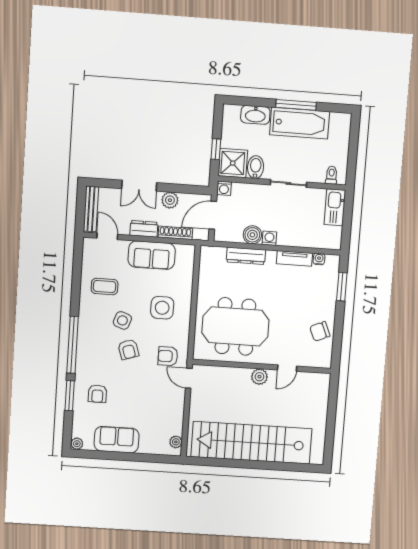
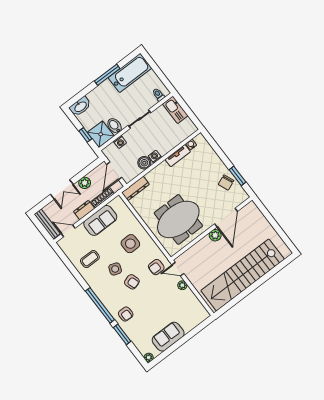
washbasin: (255, 115) -> (80, 106), moved
bathtub: (300, 123) -> (130, 73), moved
washing machine: (224, 188) -> (120, 142), moved
dresser: (246, 256) -> (136, 188), moved
window: (342, 287) -> (237, 176), moved
door: (287, 368) -> (226, 218), width x1.87
armchair: (97, 394) -> (126, 314), moved
plant: (176, 442) -> (182, 285), moved

